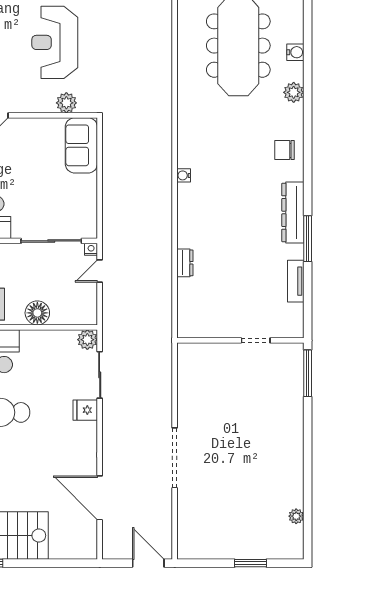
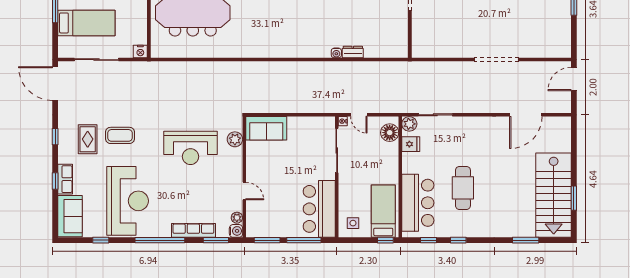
water cooler: (184, 175) -> (336, 53), moved
floor lamp: (37, 313) -> (390, 133), moved
fridge: (85, 410) -> (411, 144), moved, turned -90

